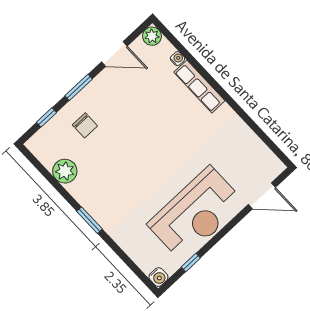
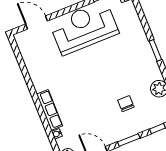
chair: (85, 125) -> (126, 104), moved

